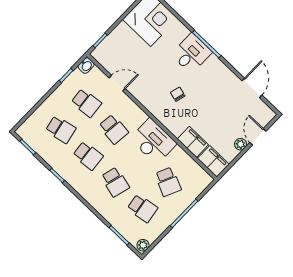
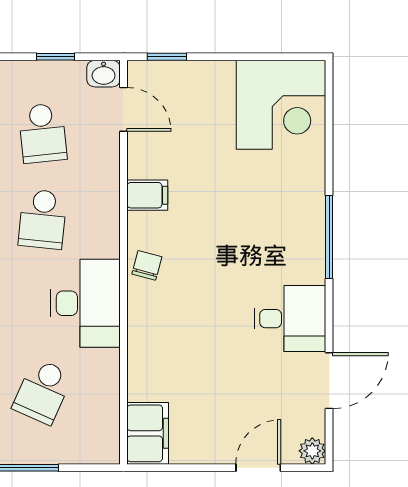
desk: (191, 53) -> (290, 319), moved
door: (117, 83) -> (124, 109), moved
chair: (178, 94) -> (147, 265), moved
filing cabinet: (193, 142) -> (147, 195), moved, width x0.50
plant: (241, 144) -> (312, 451), moved

